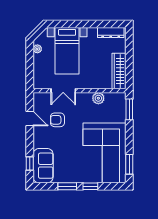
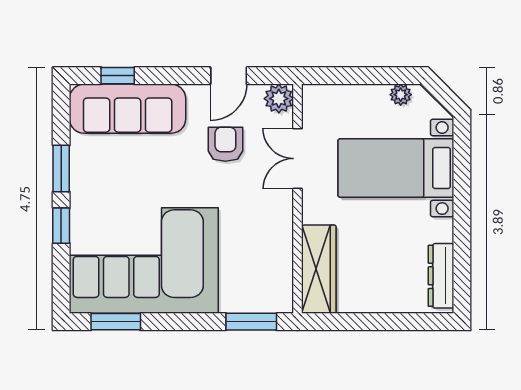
wardrobe: (119, 71) -> (319, 269), moved, turned 90
plant: (98, 98) -> (279, 99), moved
sofa: (43, 166) -> (128, 109), width x1.36

